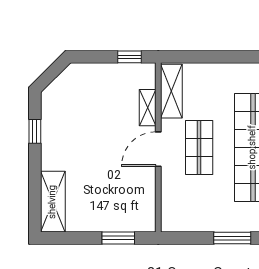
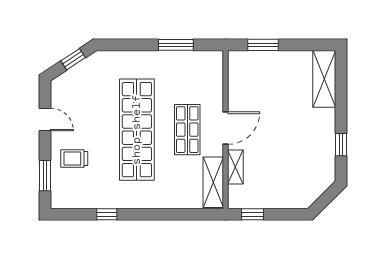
window: (232, 238) -> (176, 45), moved

